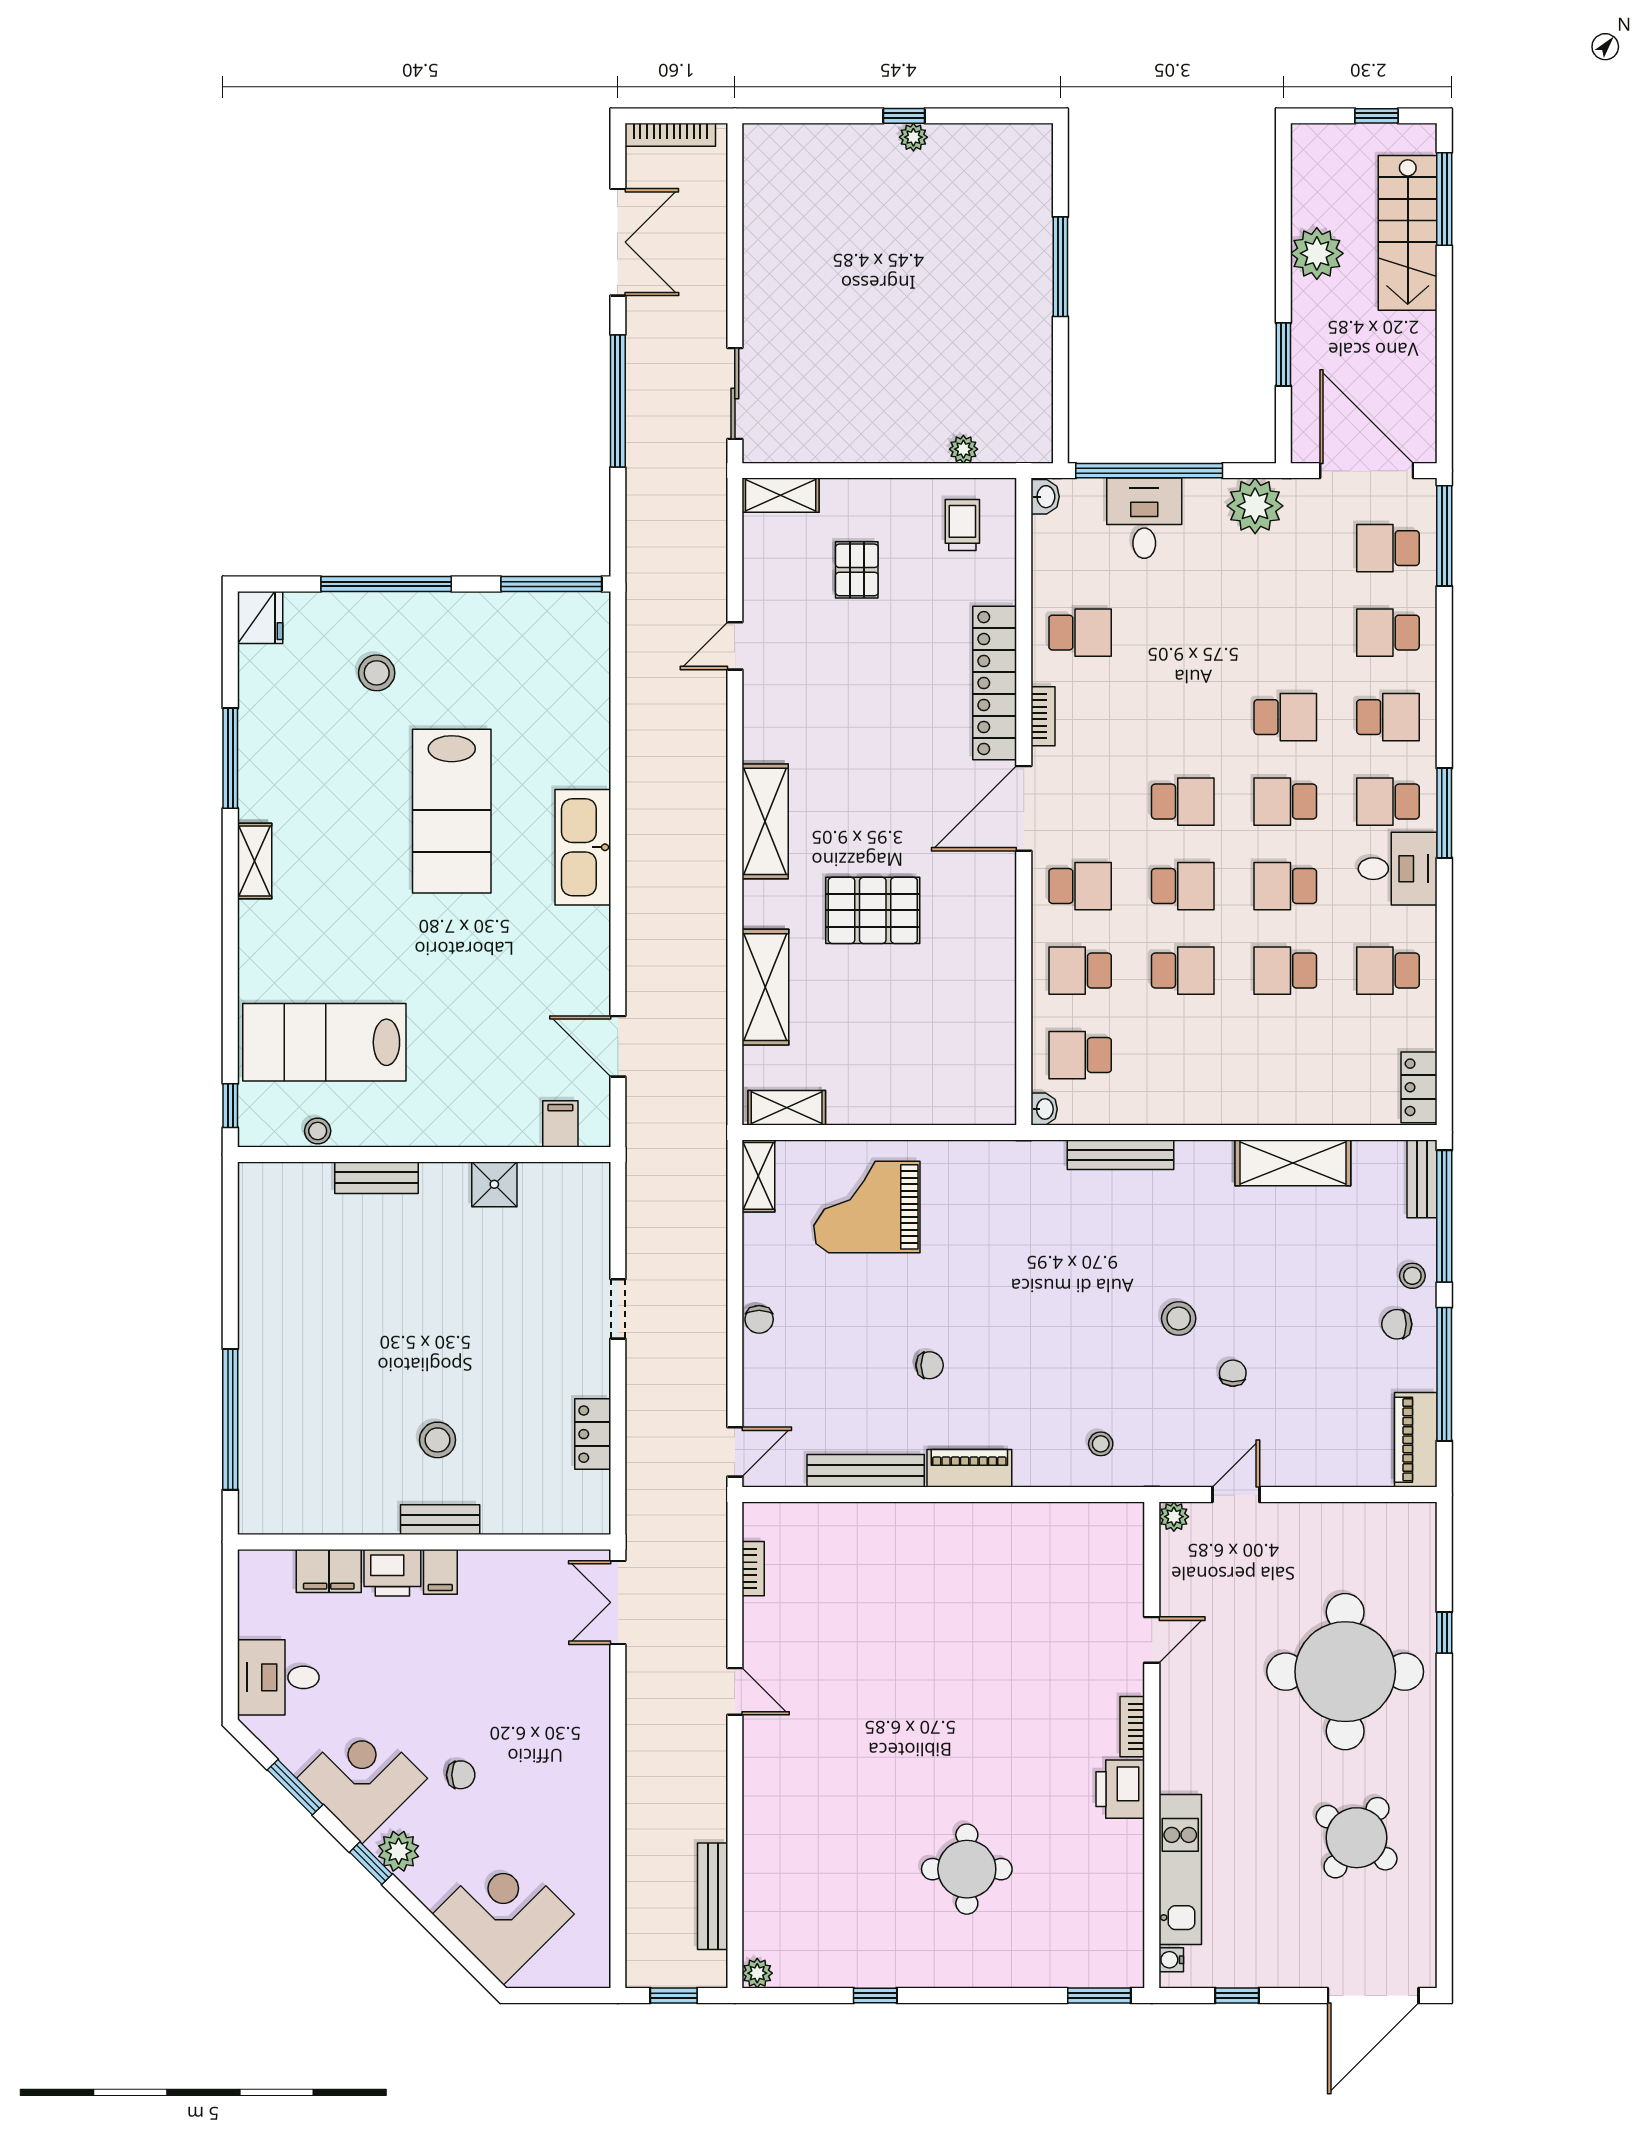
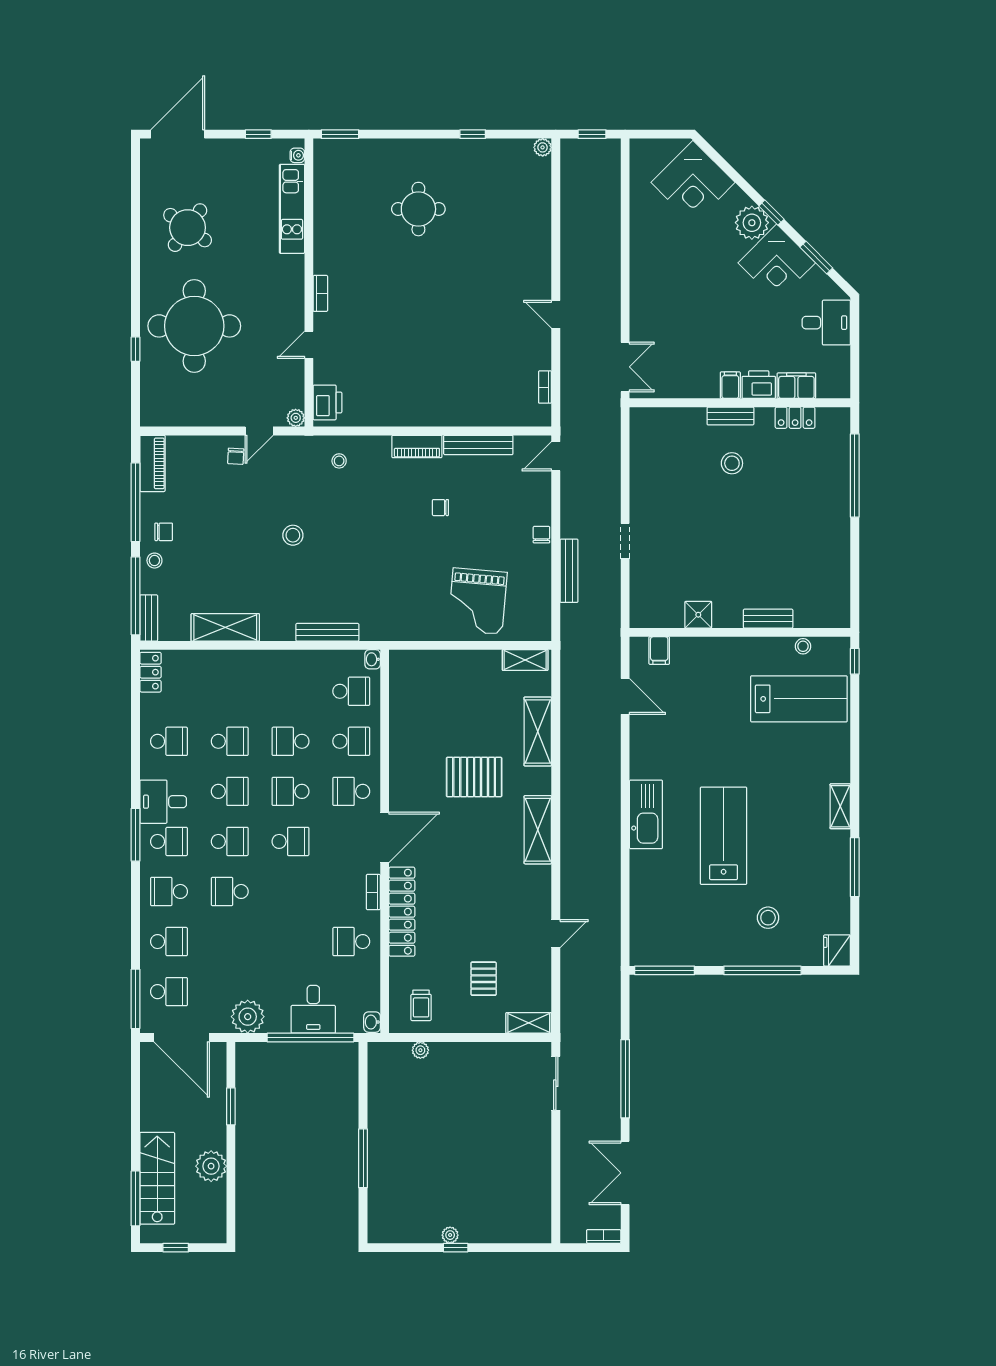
bookcase: (670, 135) -> (604, 1236), width x0.64
school desk: (1183, 802) -> (290, 841), turned 180
shelving: (758, 1176) -> (542, 620), removed
grand piano: (867, 1207) -> (478, 601), turned 95
chair: (1233, 1373) -> (236, 456), moved
locker: (593, 1434) -> (795, 418), moved, turned 90
chair: (461, 1775) -> (718, 265), removed
printer: (1120, 1789) -> (327, 402), moved
plant: (399, 1851) -> (752, 223), width x1.36, depth x1.36
bench: (713, 1896) -> (569, 571), moved

